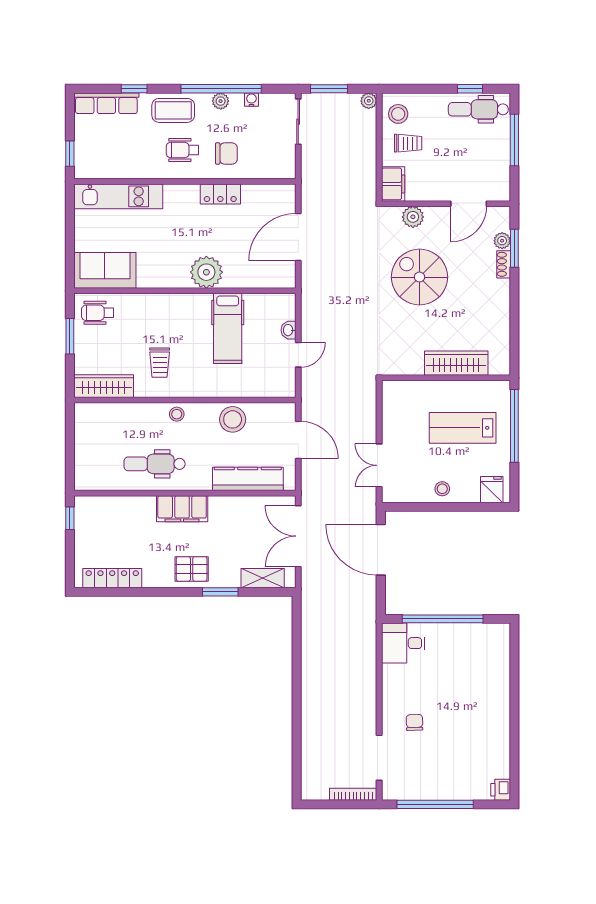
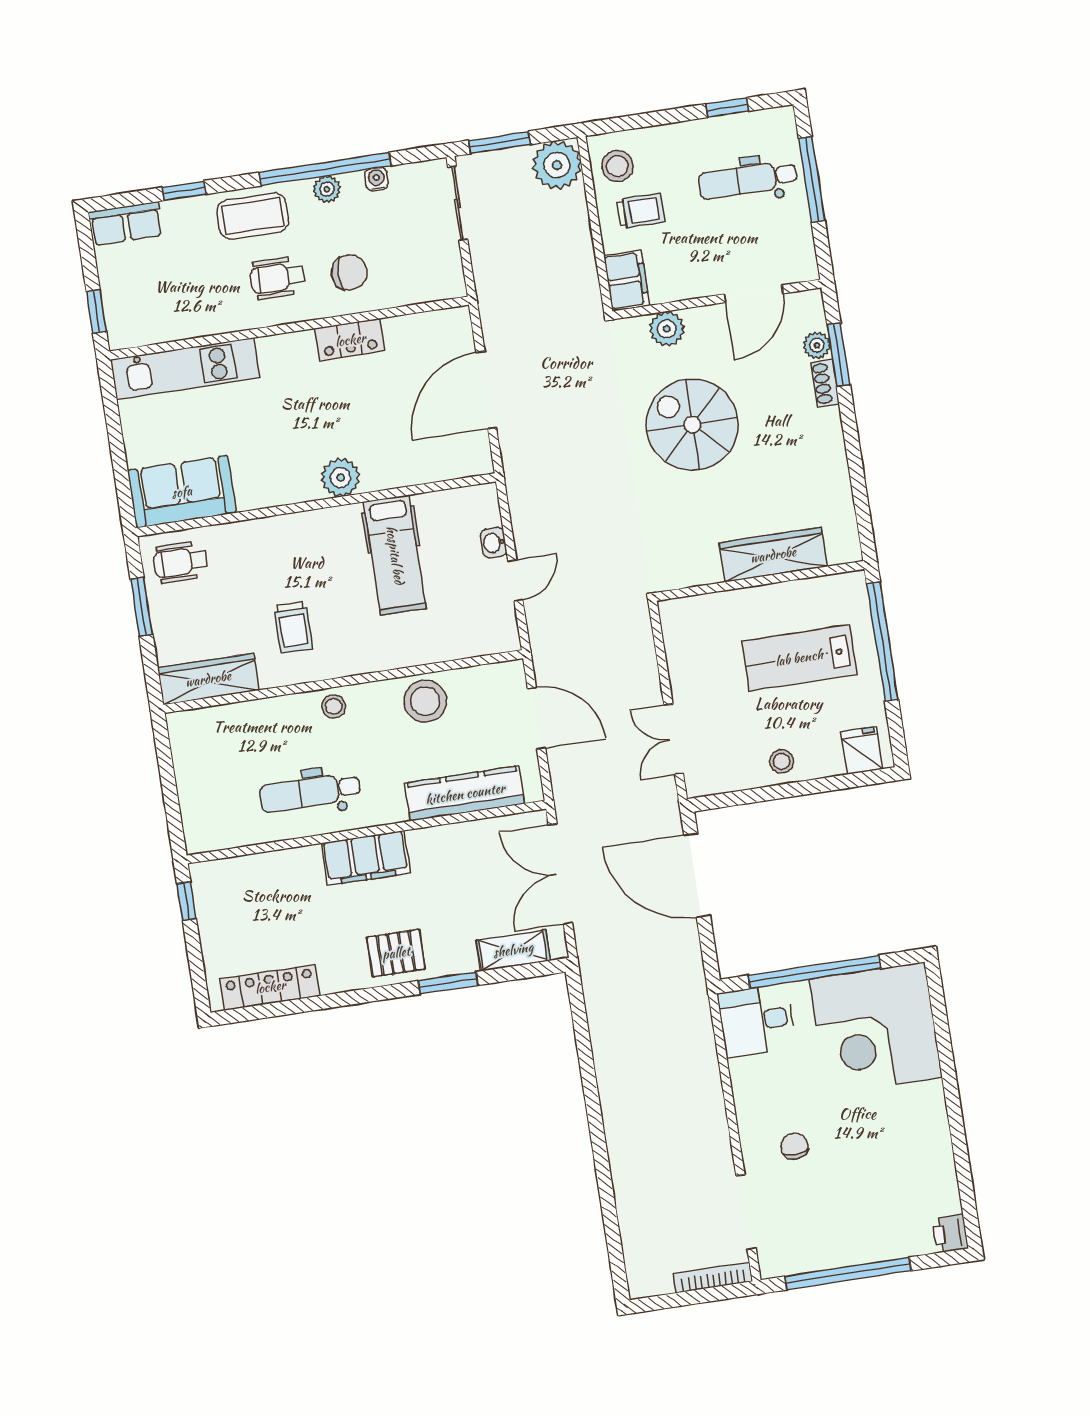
plant: (369, 101) -> (557, 165), width x1.87, depth x1.87
row of seats: (106, 103) -> (126, 224), width x0.68
dental chair: (478, 109) -> (748, 180), moved
plant: (206, 272) -> (341, 477), width x0.73, depth x0.73
corner desk: (475, 659) -> (876, 1028), added

